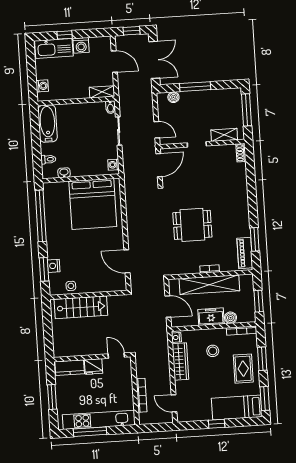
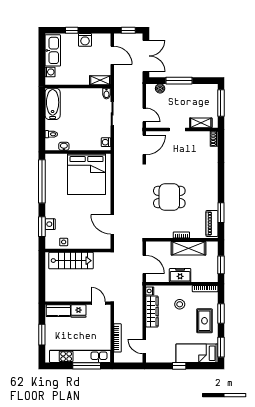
kitchen sink: (54, 48) -> (53, 50), moved, turned -90
shelving: (209, 285) -> (188, 248), width x0.68
boiler: (231, 318) -> (197, 277), removed
window: (90, 432) -> (87, 366), moved

